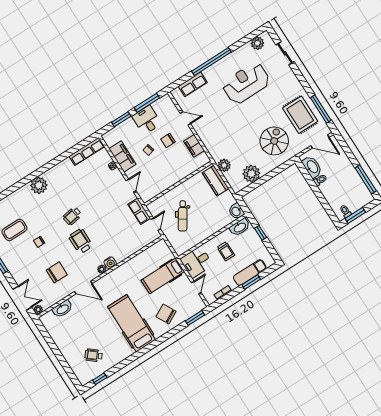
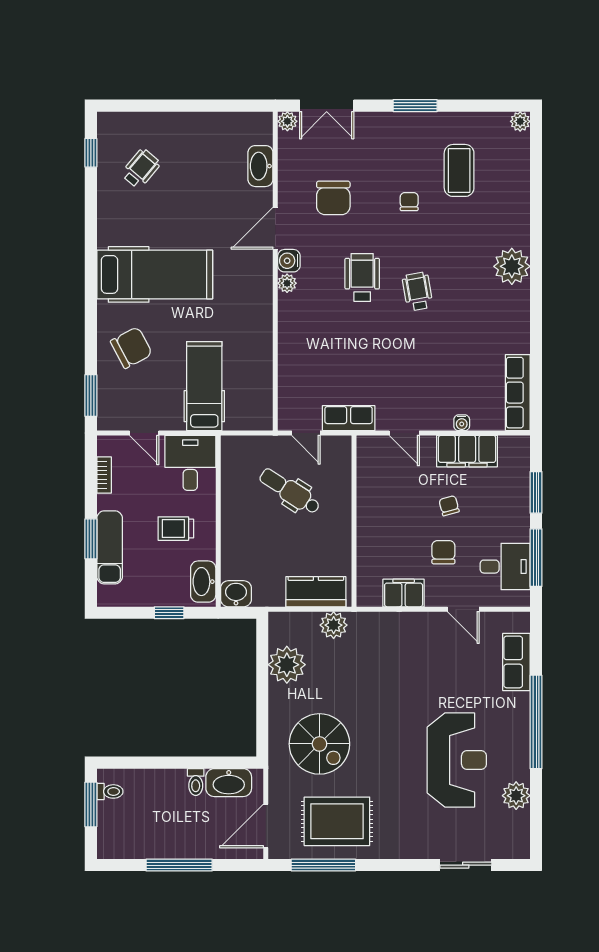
plant: (257, 43) -> (516, 796), moved
door: (185, 118) -> (463, 609), hinge flipped
desk: (147, 120) -> (505, 567), moved
window: (366, 179) -> (179, 865), moved
wheelchair: (81, 241) -> (362, 277), turned -90
water cooler: (110, 263) -> (289, 261), moved

